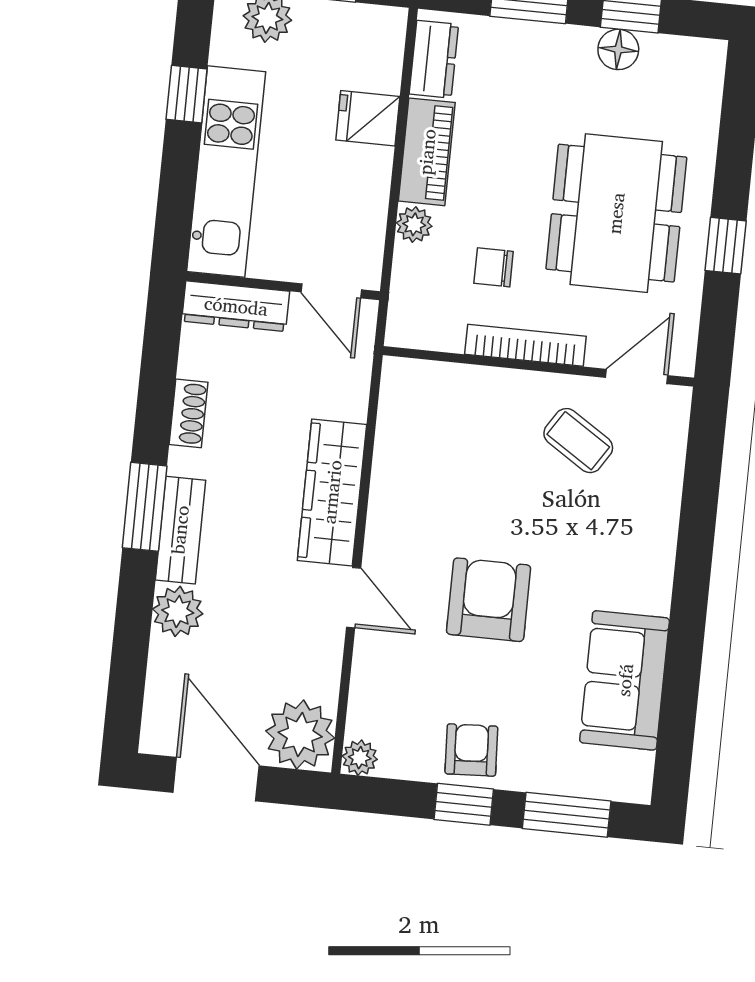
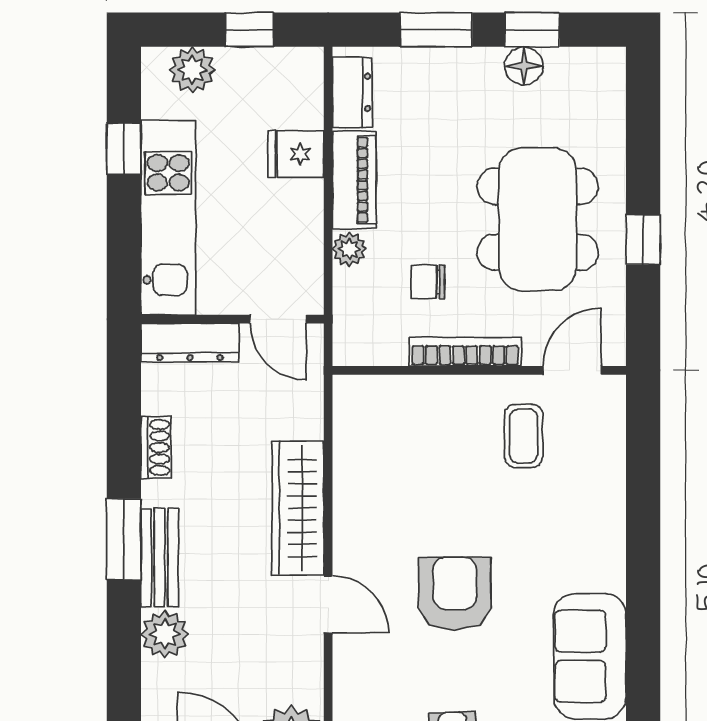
coffee table: (578, 441) -> (524, 436), turned 57

